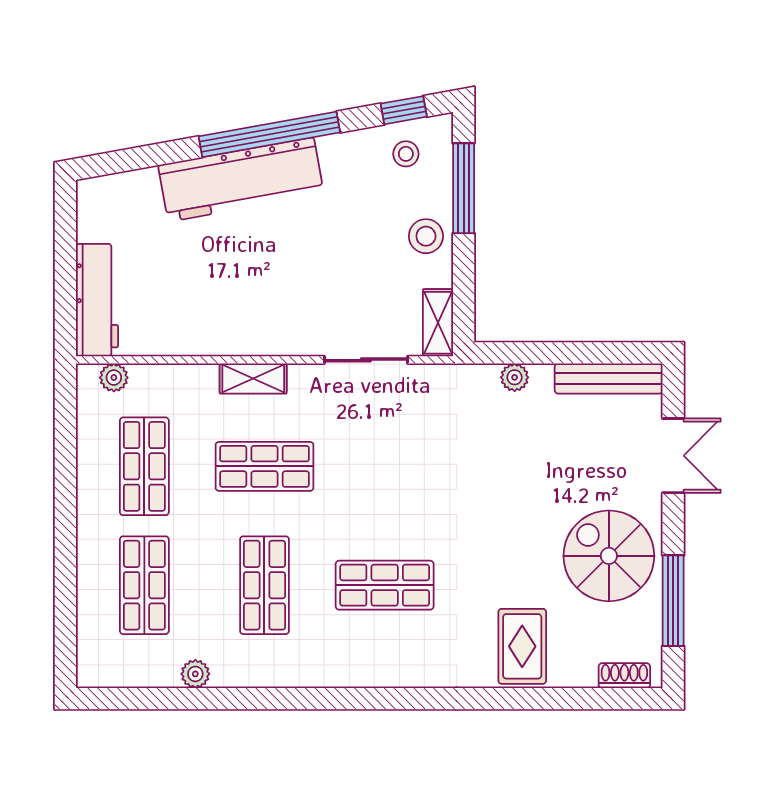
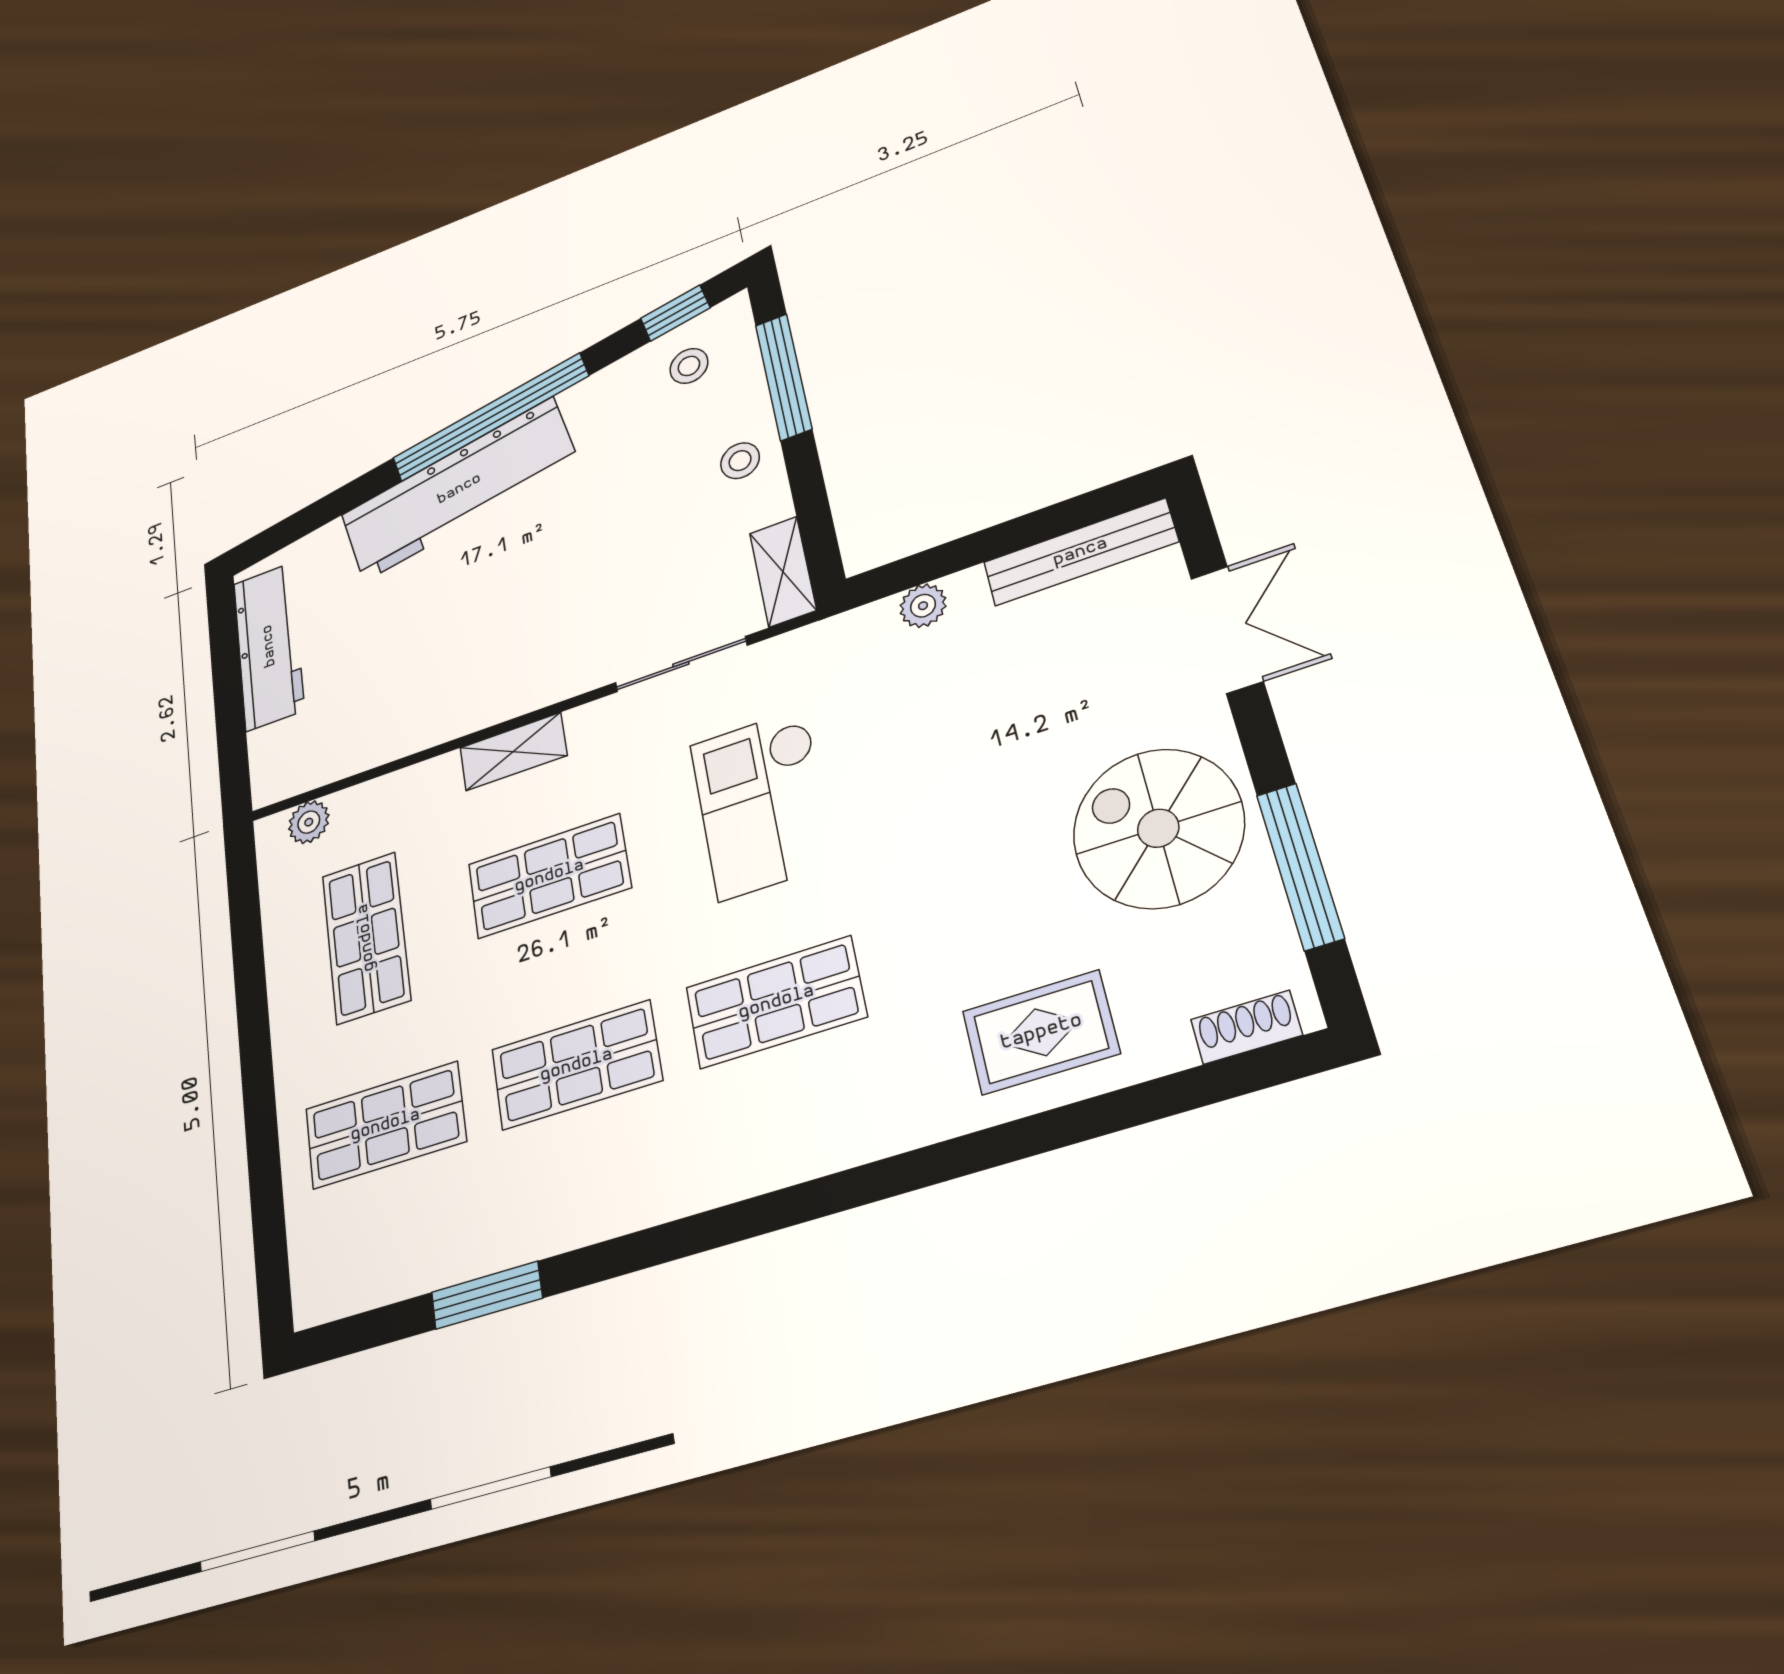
stool: (426, 236) -> (740, 461), width x0.73, depth x0.73
workbench: (97, 300) -> (269, 646), moved
checkout: (398, 466) -> (762, 803), added
shop shelf: (144, 585) -> (385, 1125), turned 90
shop shelf: (264, 585) -> (576, 1065), turned 90
rug: (522, 646) -> (1041, 1032), turned 90
plant: (195, 674) -> (483, 1251), removed
window: (194, 699) -> (487, 1295), added

